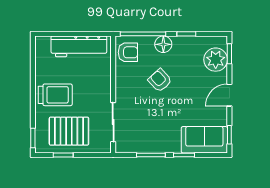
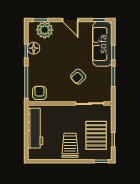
floor lamp: (163, 44) -> (34, 48), moved
armchair: (160, 80) -> (78, 77), moved
sofa: (204, 140) -> (102, 44), width x1.36

